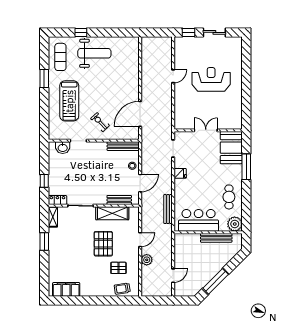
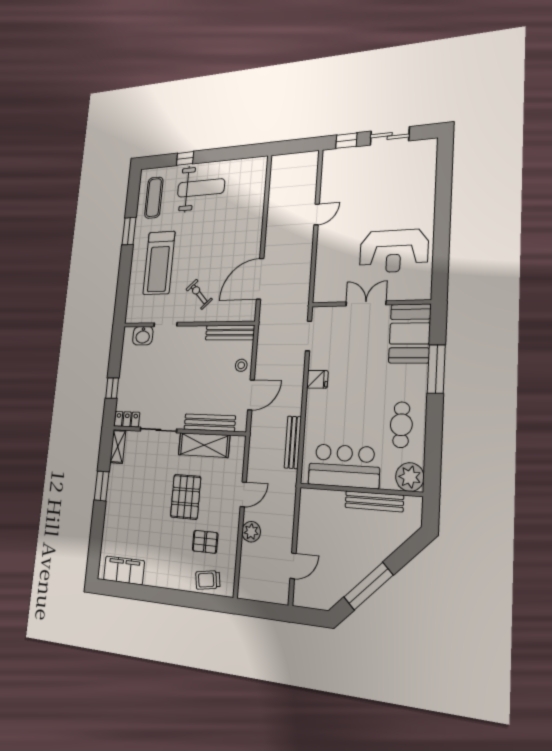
reception desk: (211, 79) -> (394, 251), moved, turned 180
bench: (119, 200) -> (210, 423), width x1.36

